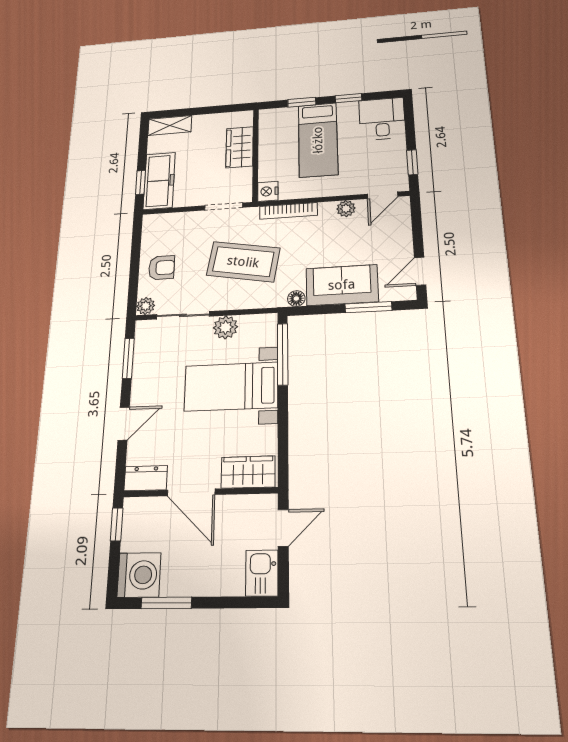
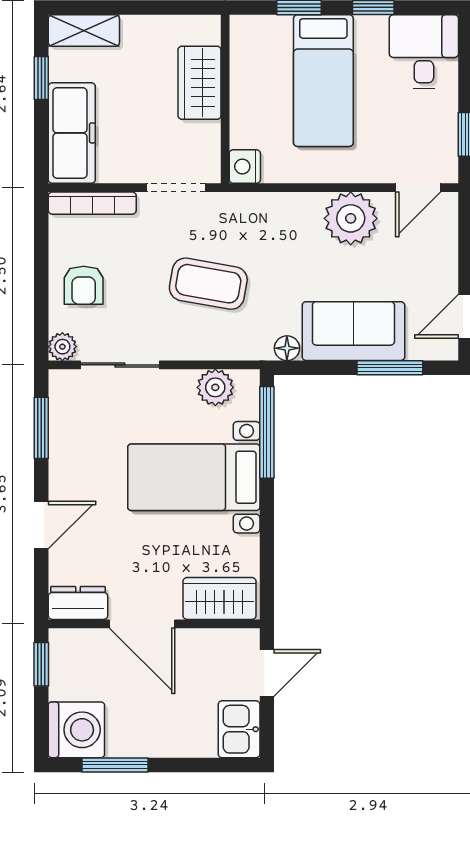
window: (140, 182) -> (41, 78), moved
plant: (346, 209) -> (351, 218), width x1.88, depth x1.88
bookcase: (288, 211) -> (92, 203), moved
coffee table: (243, 262) -> (208, 284), width x0.73, depth x0.76
armchair: (162, 268) -> (84, 285), turned 90
plant: (225, 327) -> (215, 387), moved

